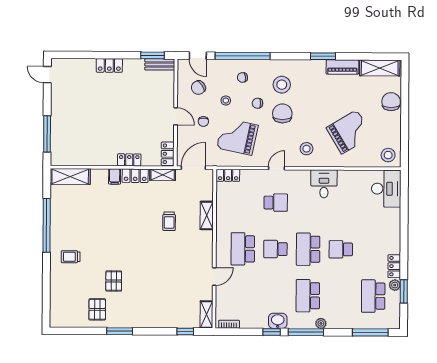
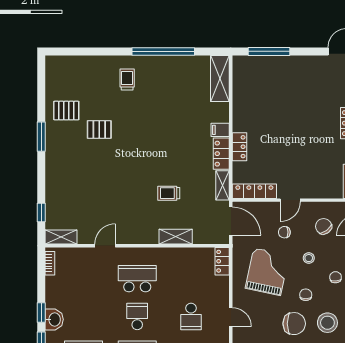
locker: (168, 154) -> (254, 191), width x1.53
door: (214, 276) -> (105, 246), swing flipped

